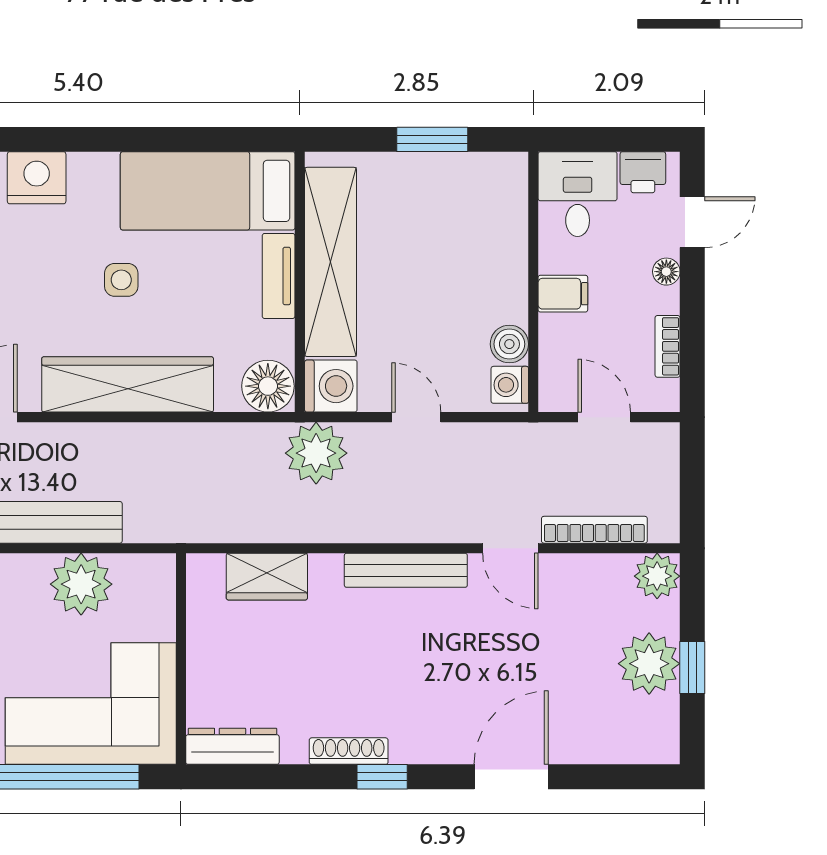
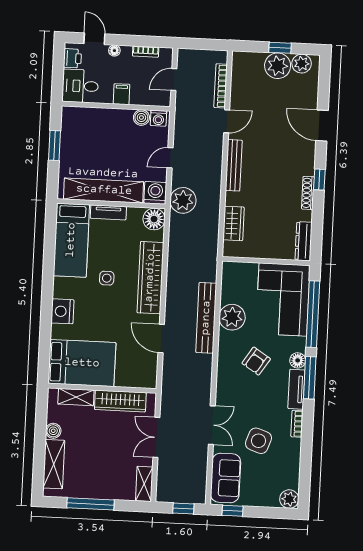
plant: (657, 576) -> (302, 64), moved
plant: (81, 584) -> (232, 317), moved

